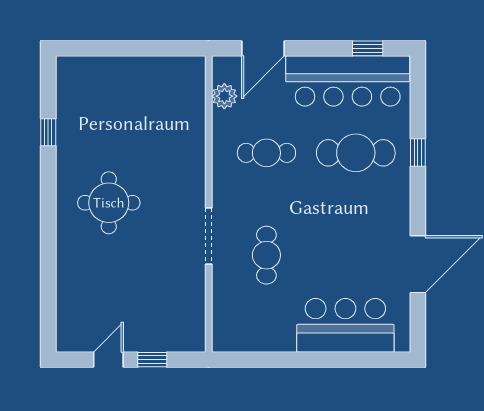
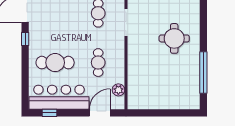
window: (48, 132) -> (203, 73), width x3.17
window: (418, 152) -> (25, 39), moved
cafe table: (266, 153) -> (98, 63), turned 90

